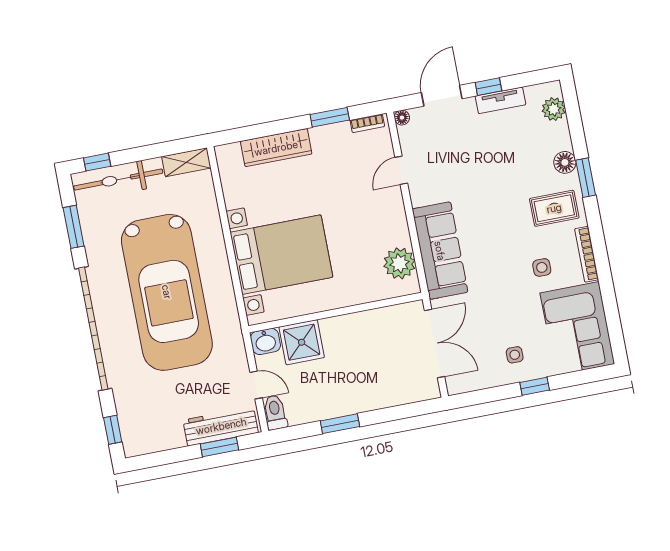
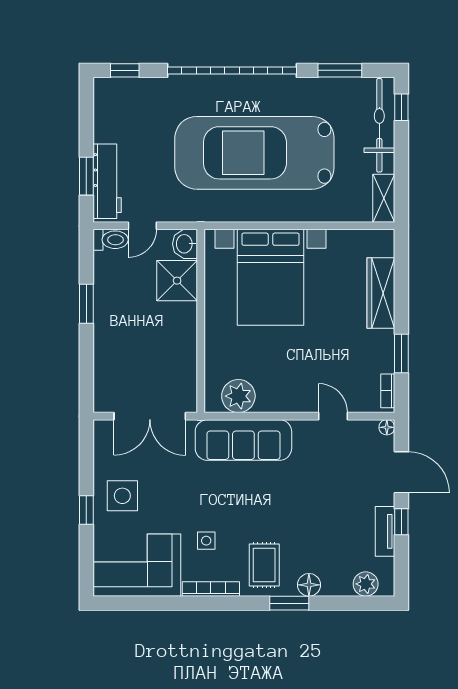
side table: (515, 355) -> (122, 496), width x1.87, depth x1.87

